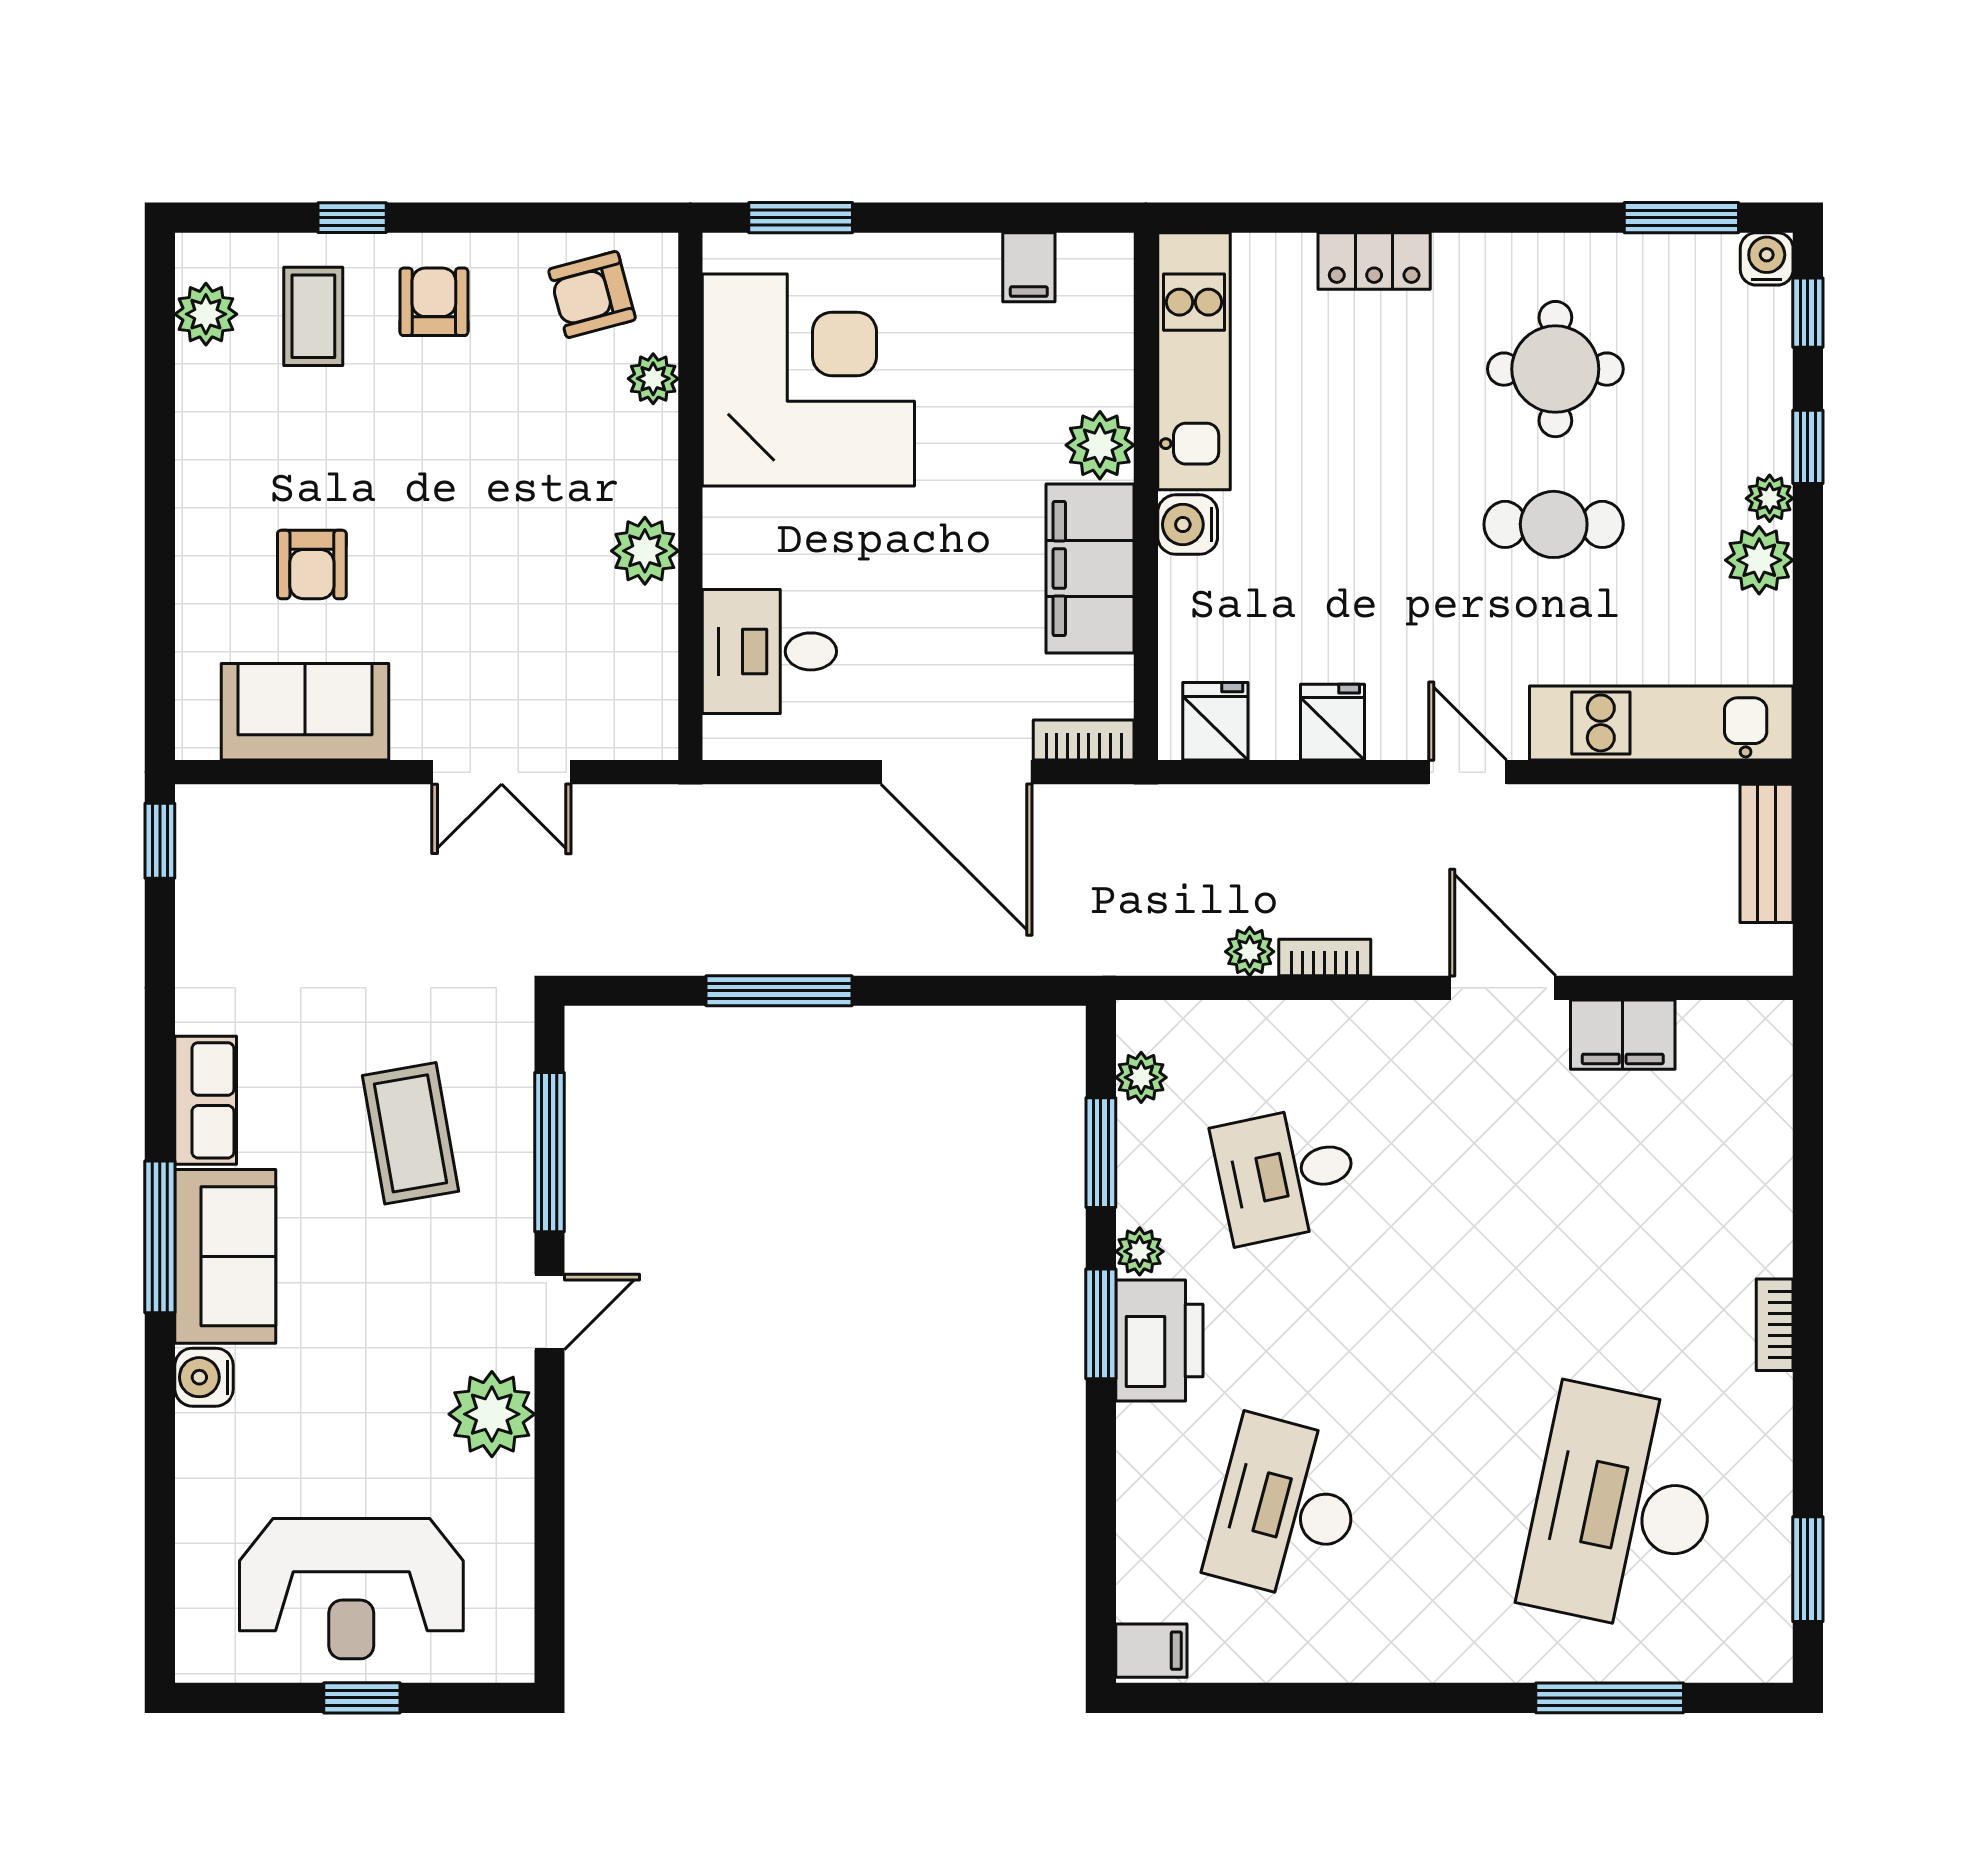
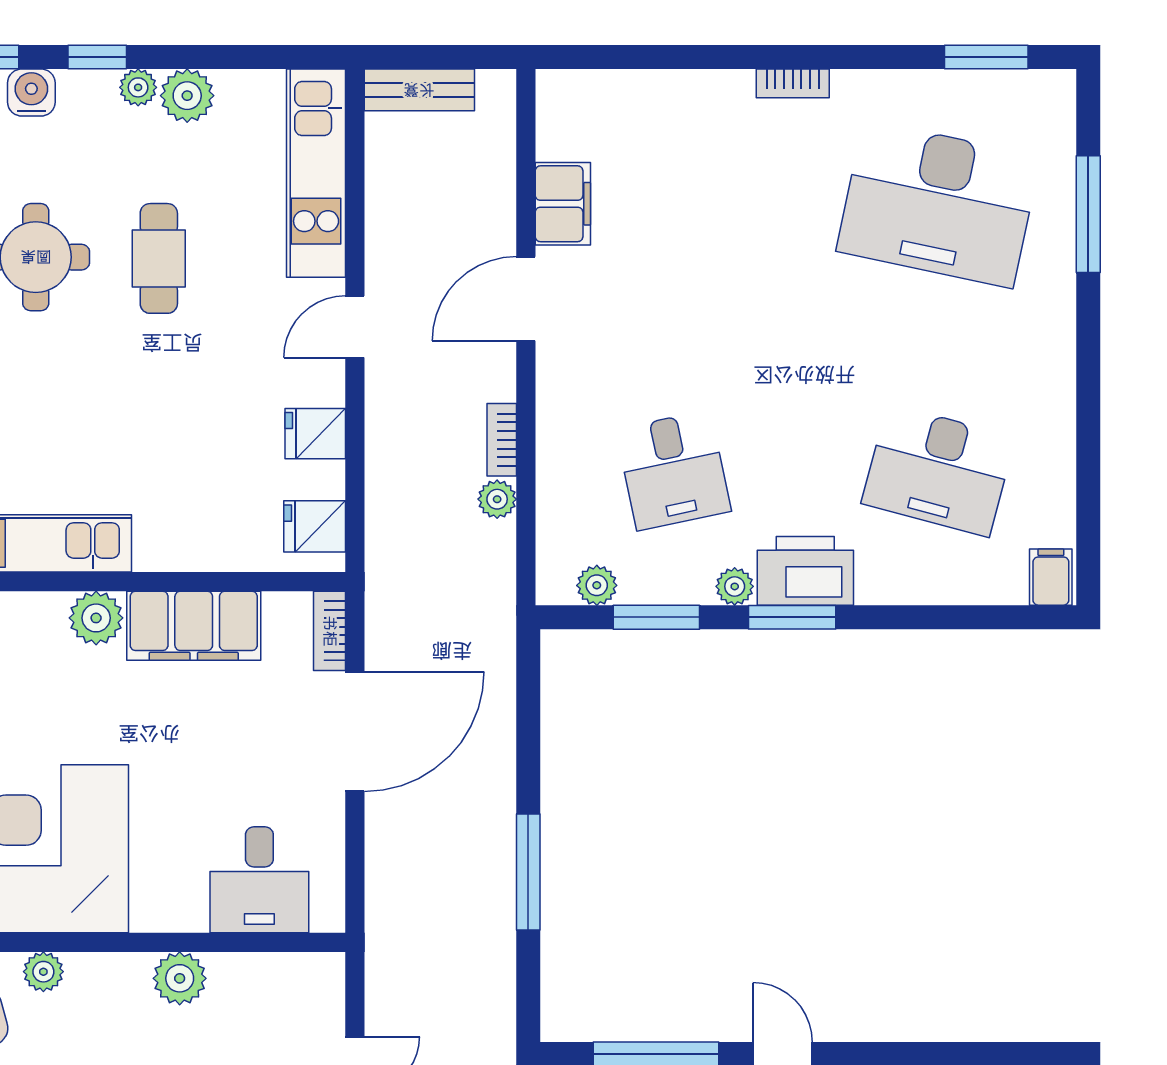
water cooler: (1188, 525) -> (31, 93), moved, turned 180

